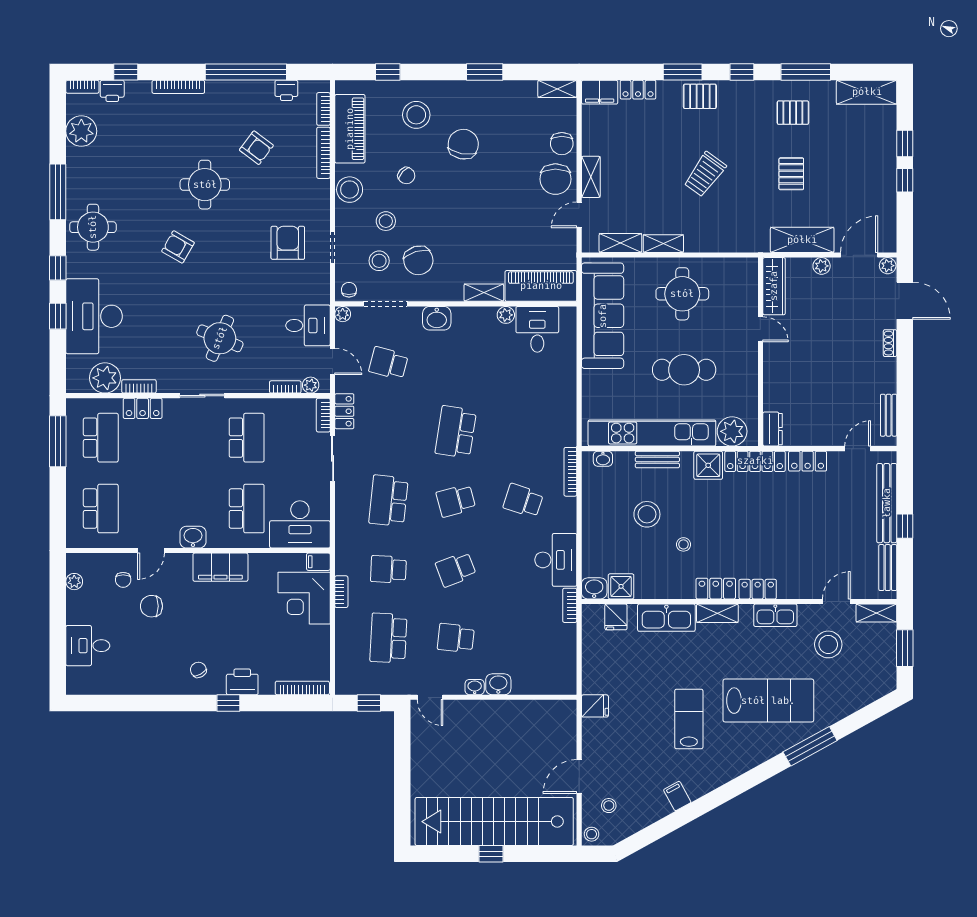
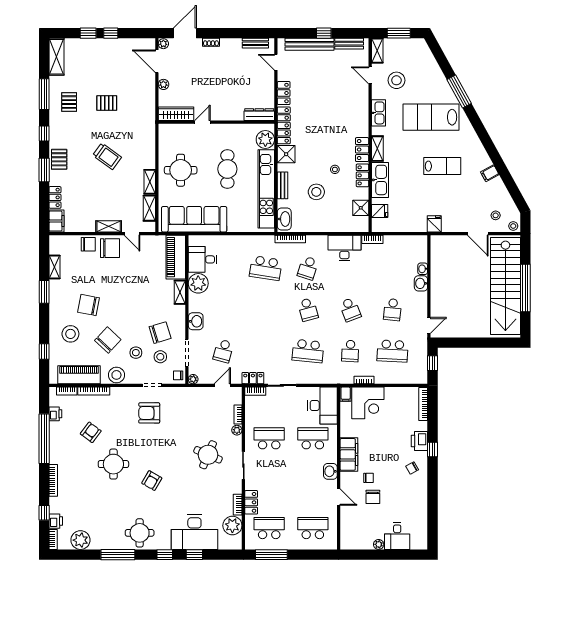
shelving: (557, 89) -> (54, 267), moved
chair: (406, 176) -> (108, 340), width x1.87, depth x1.87
shelving: (802, 240) -> (147, 96), removed
plant: (506, 315) -> (198, 283), width x1.88, depth x1.88
desk: (308, 325) -> (200, 401), removed
plant: (311, 385) -> (237, 430), moved
dresser: (773, 429) -> (259, 115), width x1.44
school desk: (456, 432) -> (266, 268), moved
washbasin: (603, 459) -> (284, 219), width x1.91, depth x1.45
chair: (123, 580) -> (369, 478), moved
plant: (74, 582) -> (379, 544), moved
washbasin: (594, 588) -> (362, 224), removed
locker: (758, 589) -> (362, 175), moved
washbasin: (475, 687) -> (423, 269), moved
lab bench: (768, 701) -> (431, 117), turned -90
lab bench: (689, 719) -> (442, 166), turned 180
window: (491, 854) -> (525, 288), width x3.17

